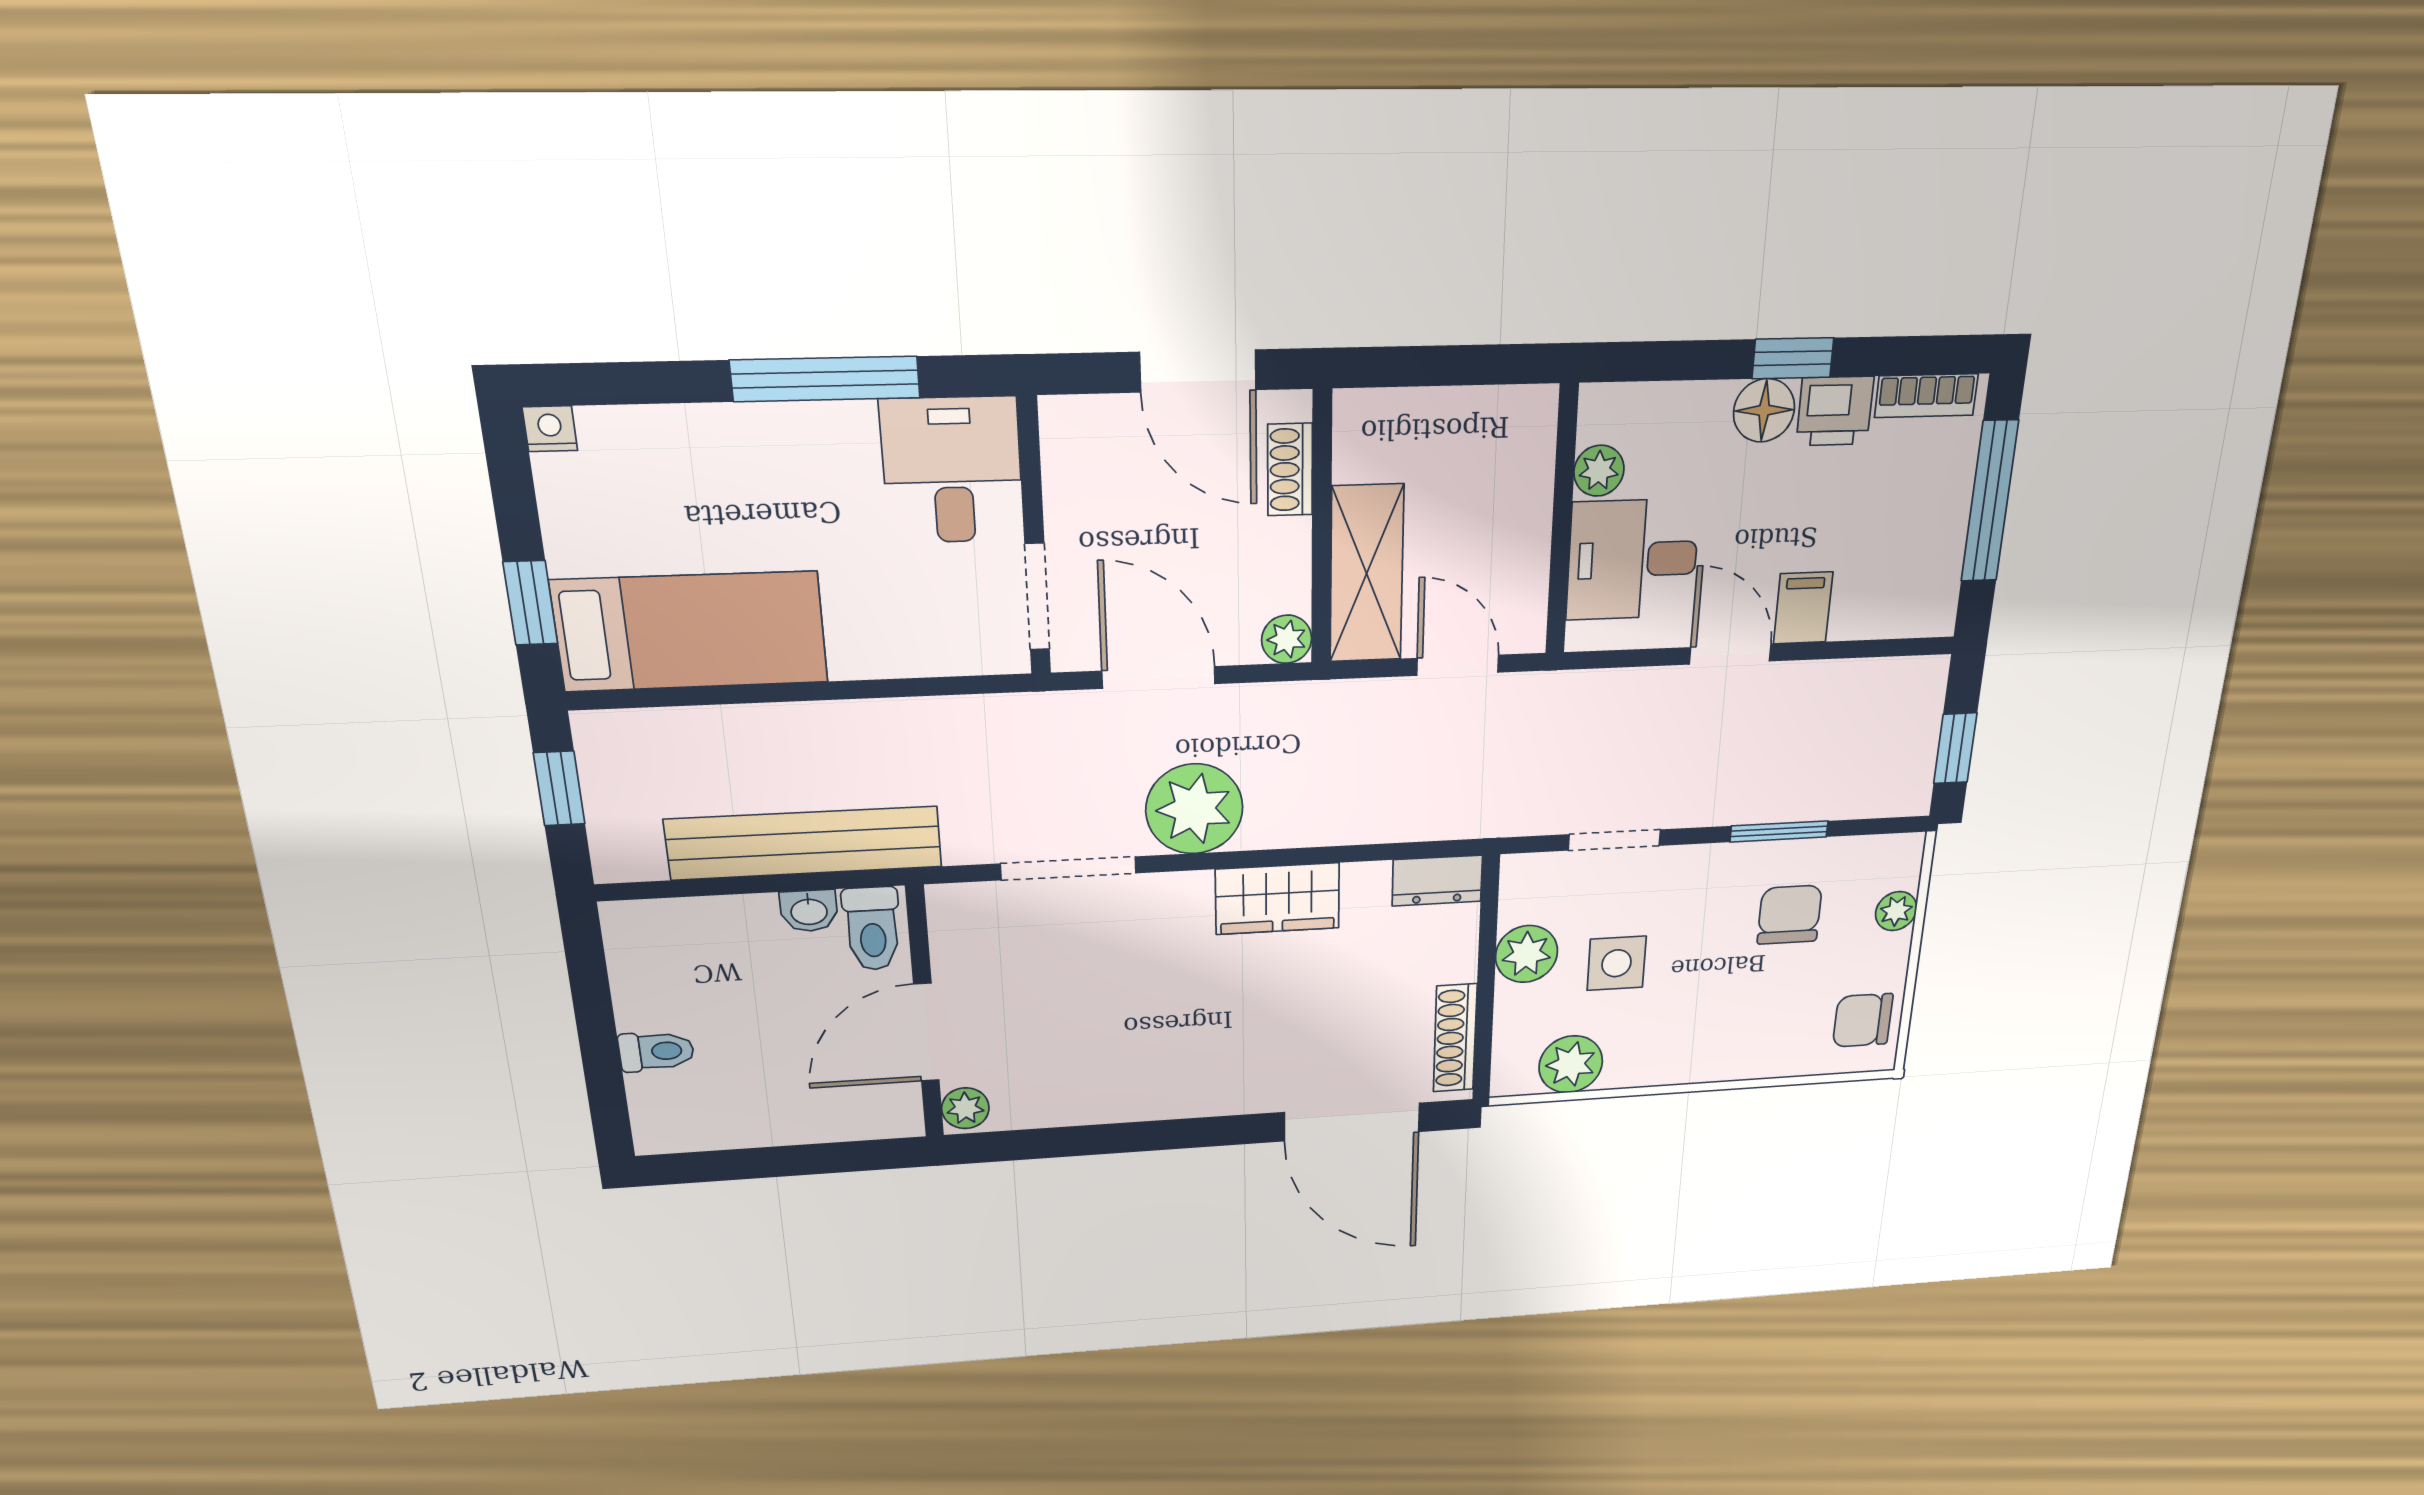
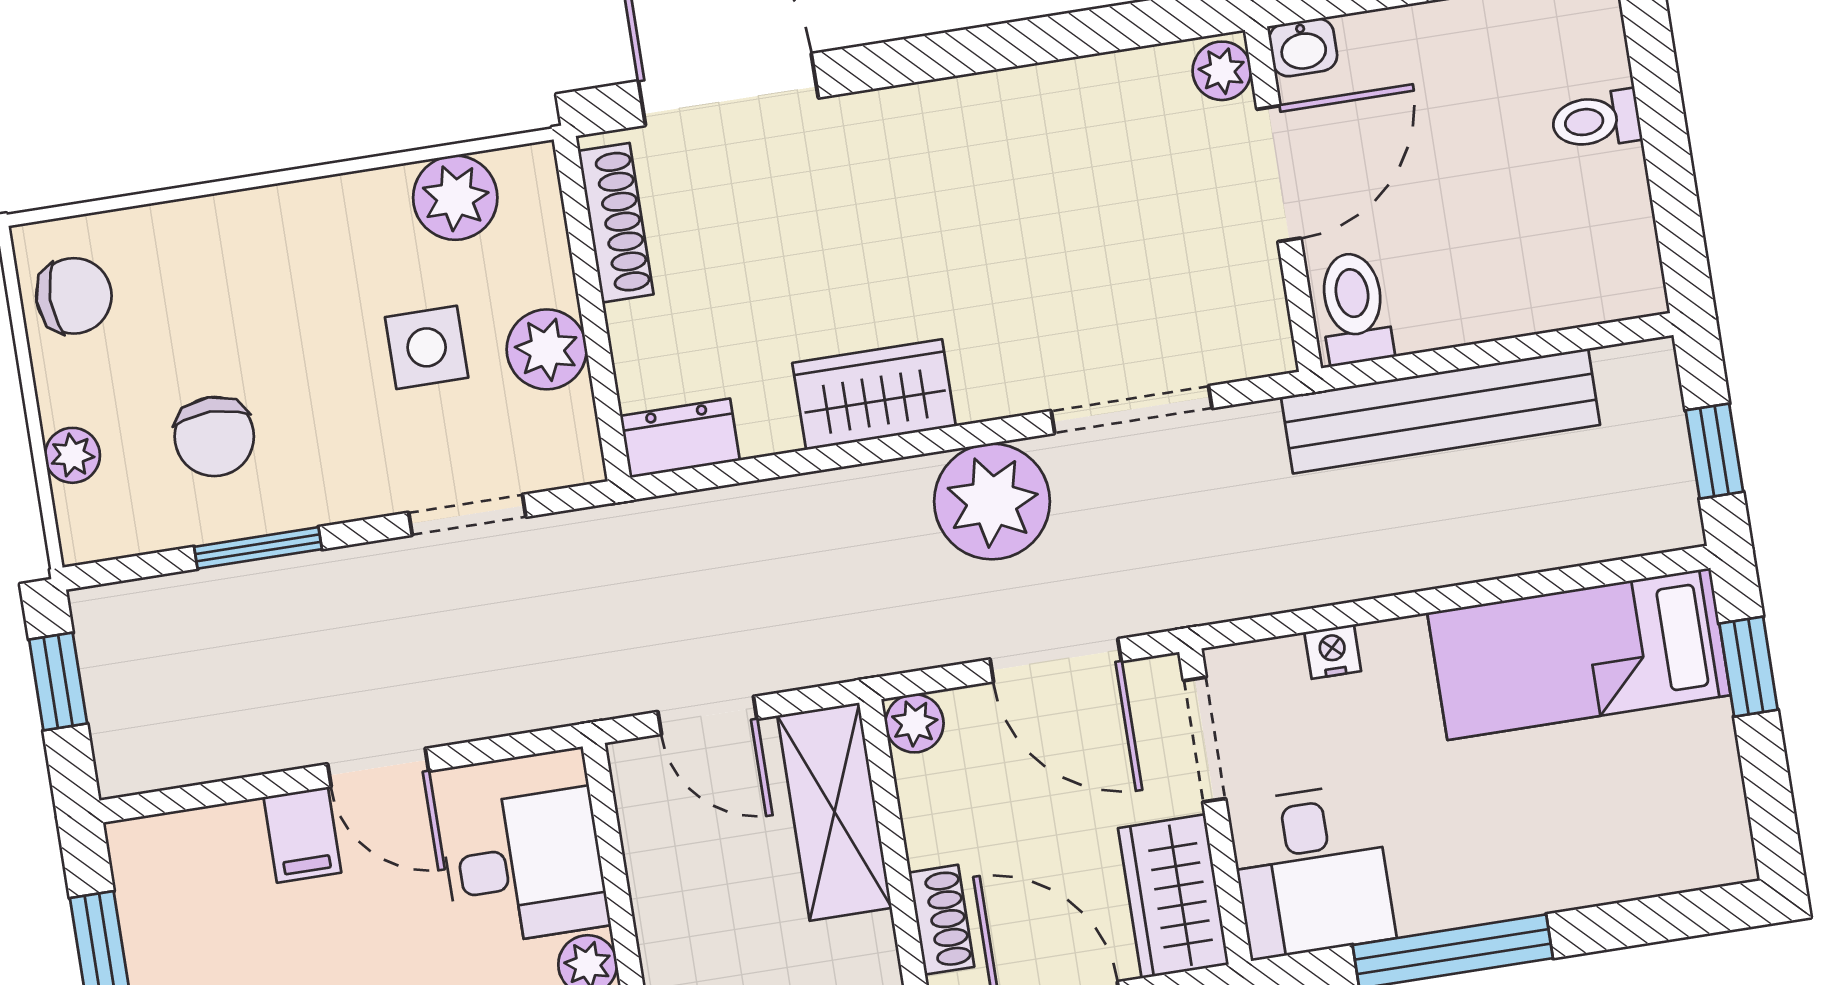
nightstand: (550, 429) -> (1333, 652), moved, turned 180
wardrobe: (1081, 464) -> (1173, 896), added
washbasin: (809, 911) -> (1303, 47), moved, turned 180

